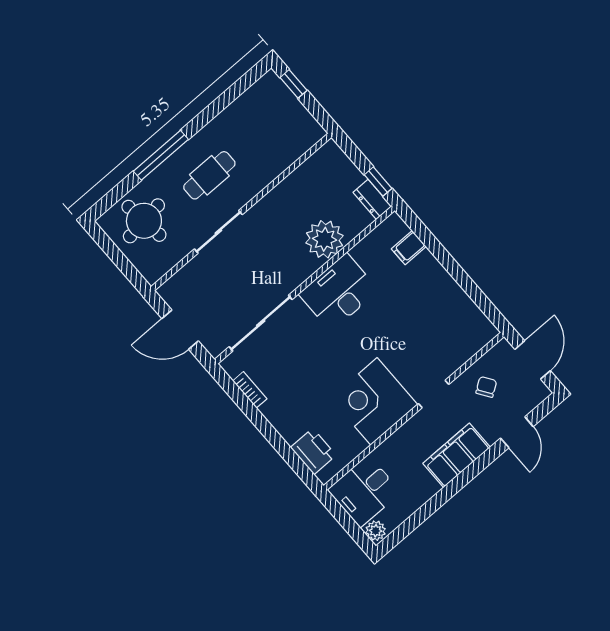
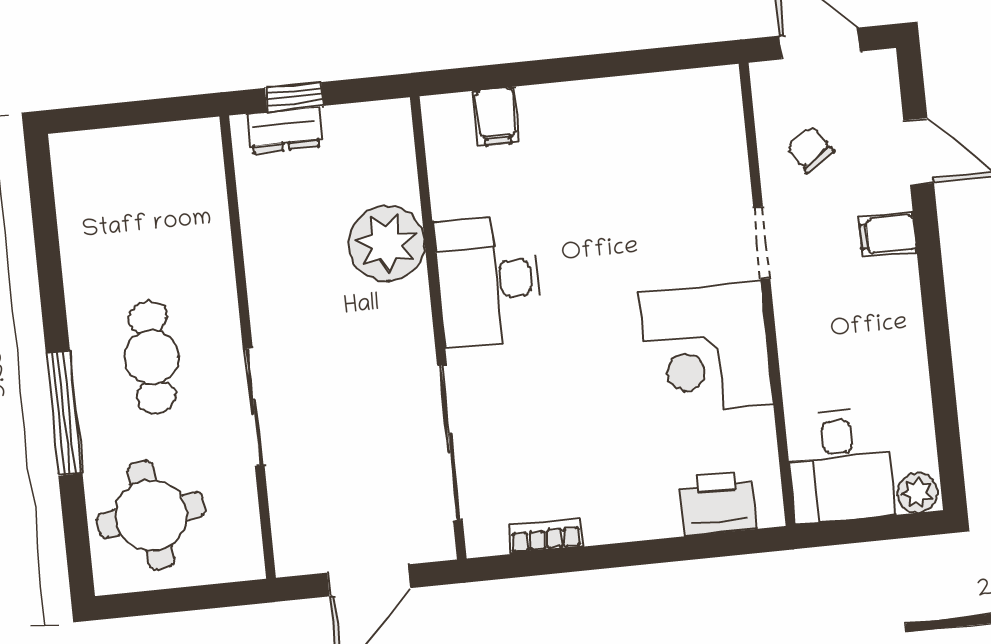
window: (294, 84) -> (100, 117), removed
window: (378, 182) -> (294, 97), moved
dresser: (372, 199) -> (285, 130), moved
filing cabinet: (457, 455) -> (888, 235), width x0.33, depth x0.86

